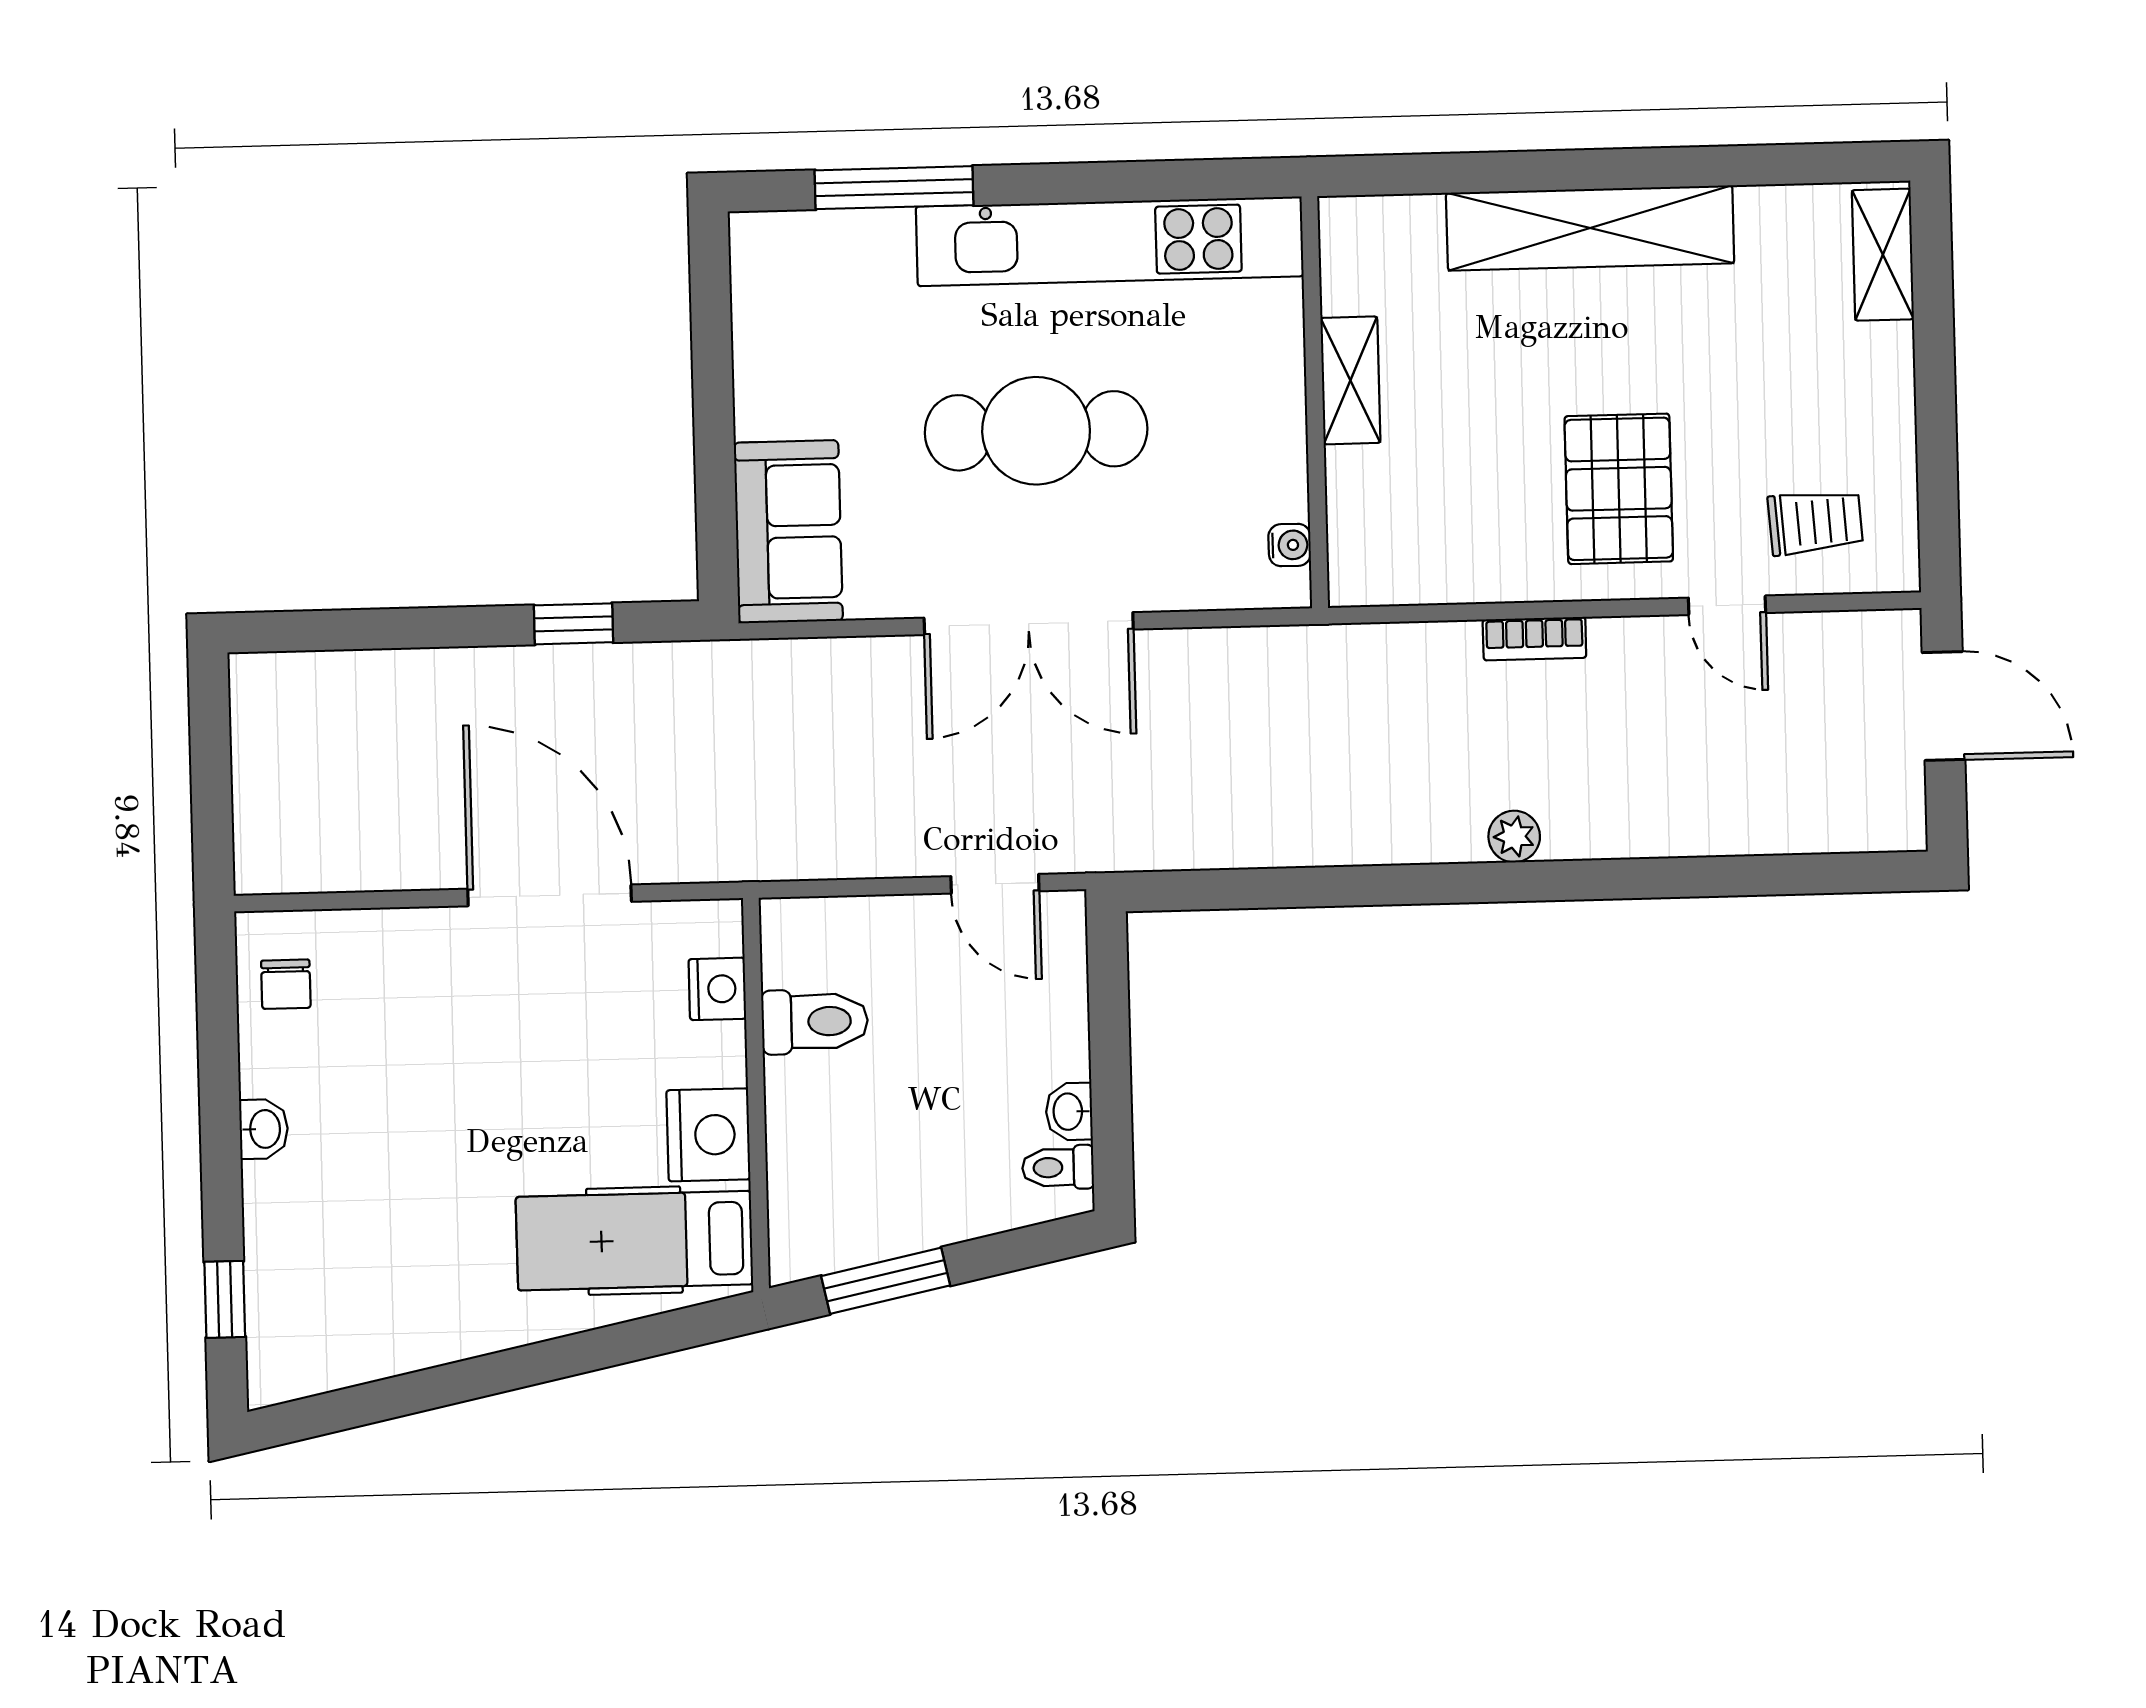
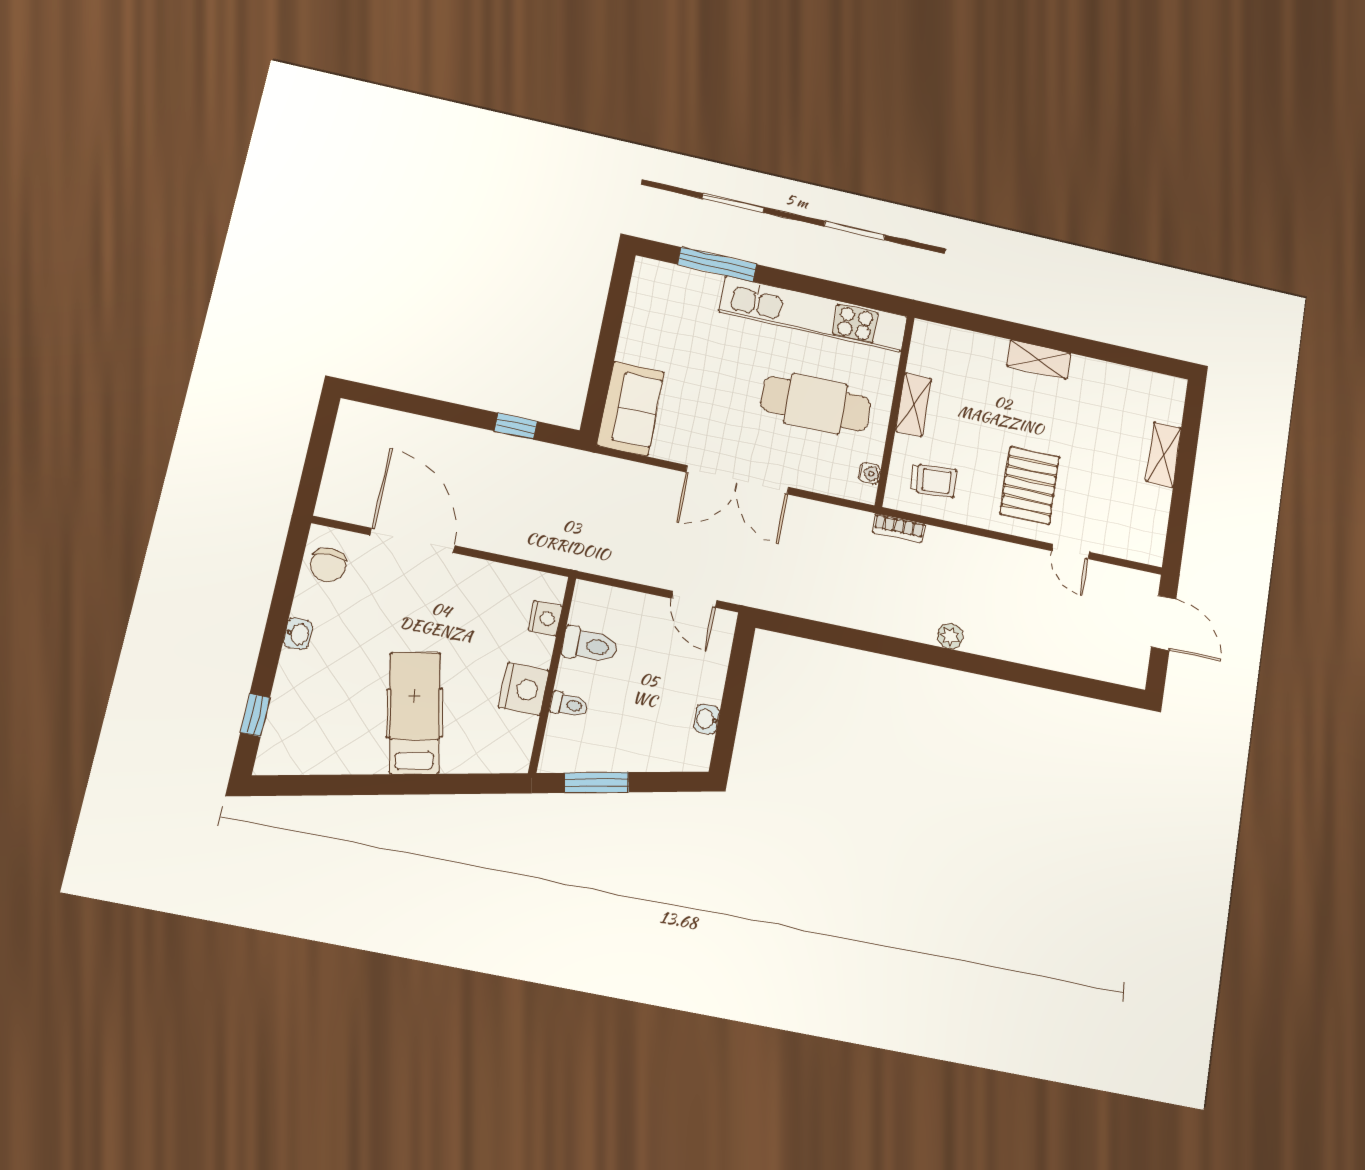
shelving: (1590, 228) -> (1039, 360), width x0.45, depth x0.75
shelving: (1883, 255) -> (1164, 455), moved
cafe table: (1036, 431) -> (816, 404), moved
trolley: (1815, 522) -> (933, 481), moved
bookcase: (1534, 639) -> (899, 528), moved
door: (550, 895) -> (413, 540), moved
chair: (286, 984) -> (328, 565), width x1.37, depth x1.37
toilet: (1058, 1167) -> (569, 705), moved, turned 180
hospital bed: (634, 1241) -> (415, 713), moved, turned 78

